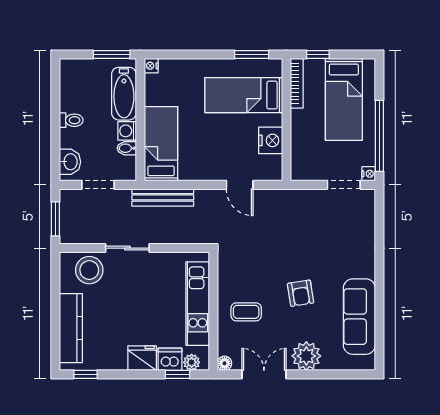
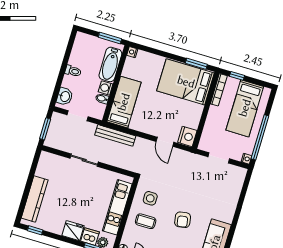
bed: (244, 95) -> (186, 82), width x1.50
nightstand: (271, 140) -> (187, 136), moved
doorway: (344, 185) -> (219, 158), moved
stool: (89, 270) -> (57, 167), removed
side table: (243, 276) -> (150, 198), added

